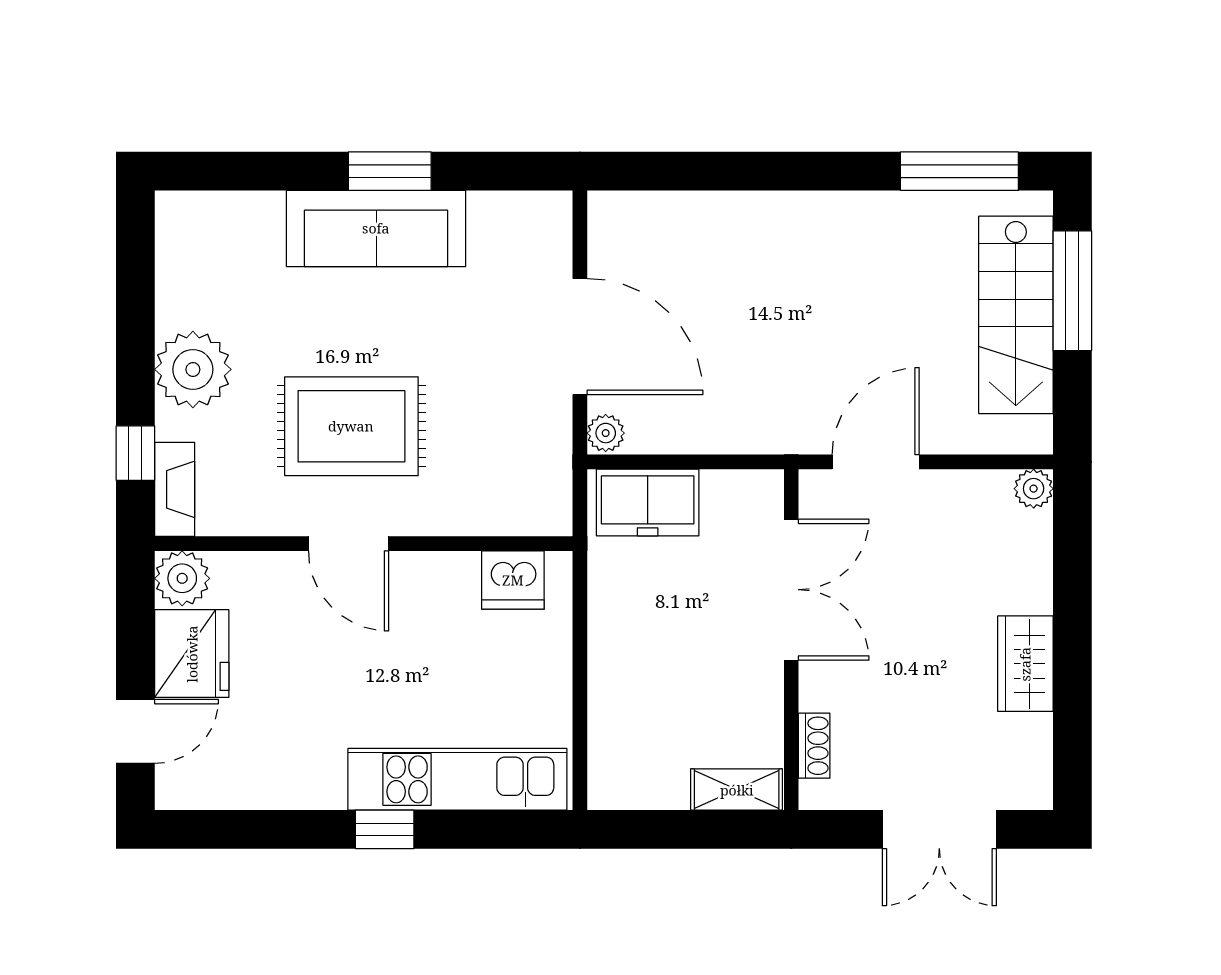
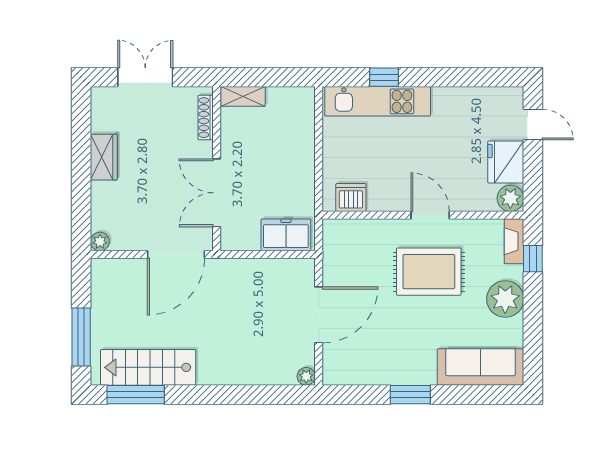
sofa: (376, 228) -> (480, 367), moved
stairs: (1016, 315) -> (148, 367), moved, turned -90
door: (580, 337) -> (319, 315), swing flipped
plant: (606, 433) -> (306, 376), moved
door: (876, 462) -> (176, 254), width x1.36
door: (135, 731) -> (533, 124), swing flipped
shoe rack: (814, 746) -> (206, 118), width x1.43
window: (385, 829) -> (384, 77), moved

